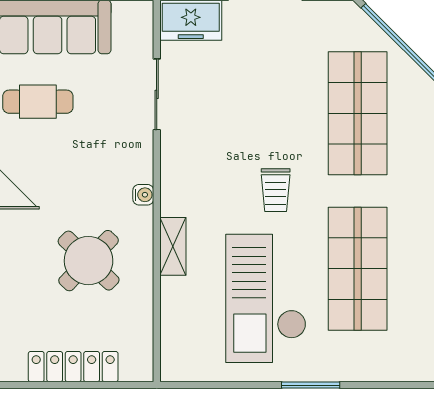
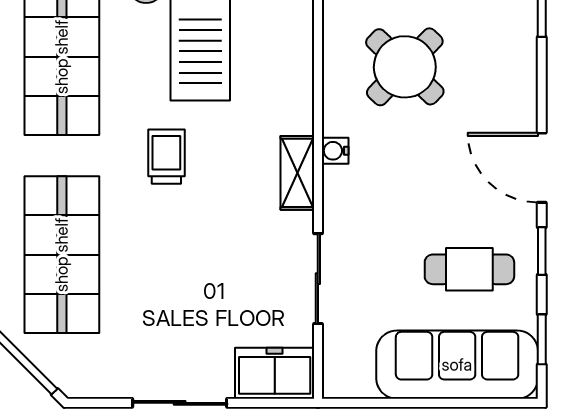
shelving: (173, 246) -> (297, 173), moved

